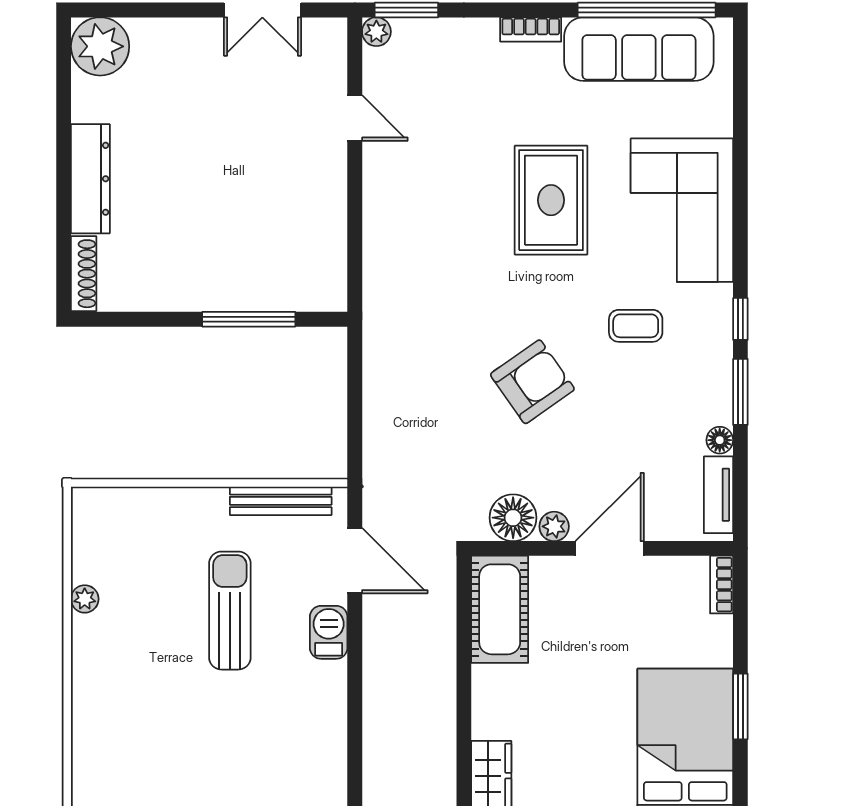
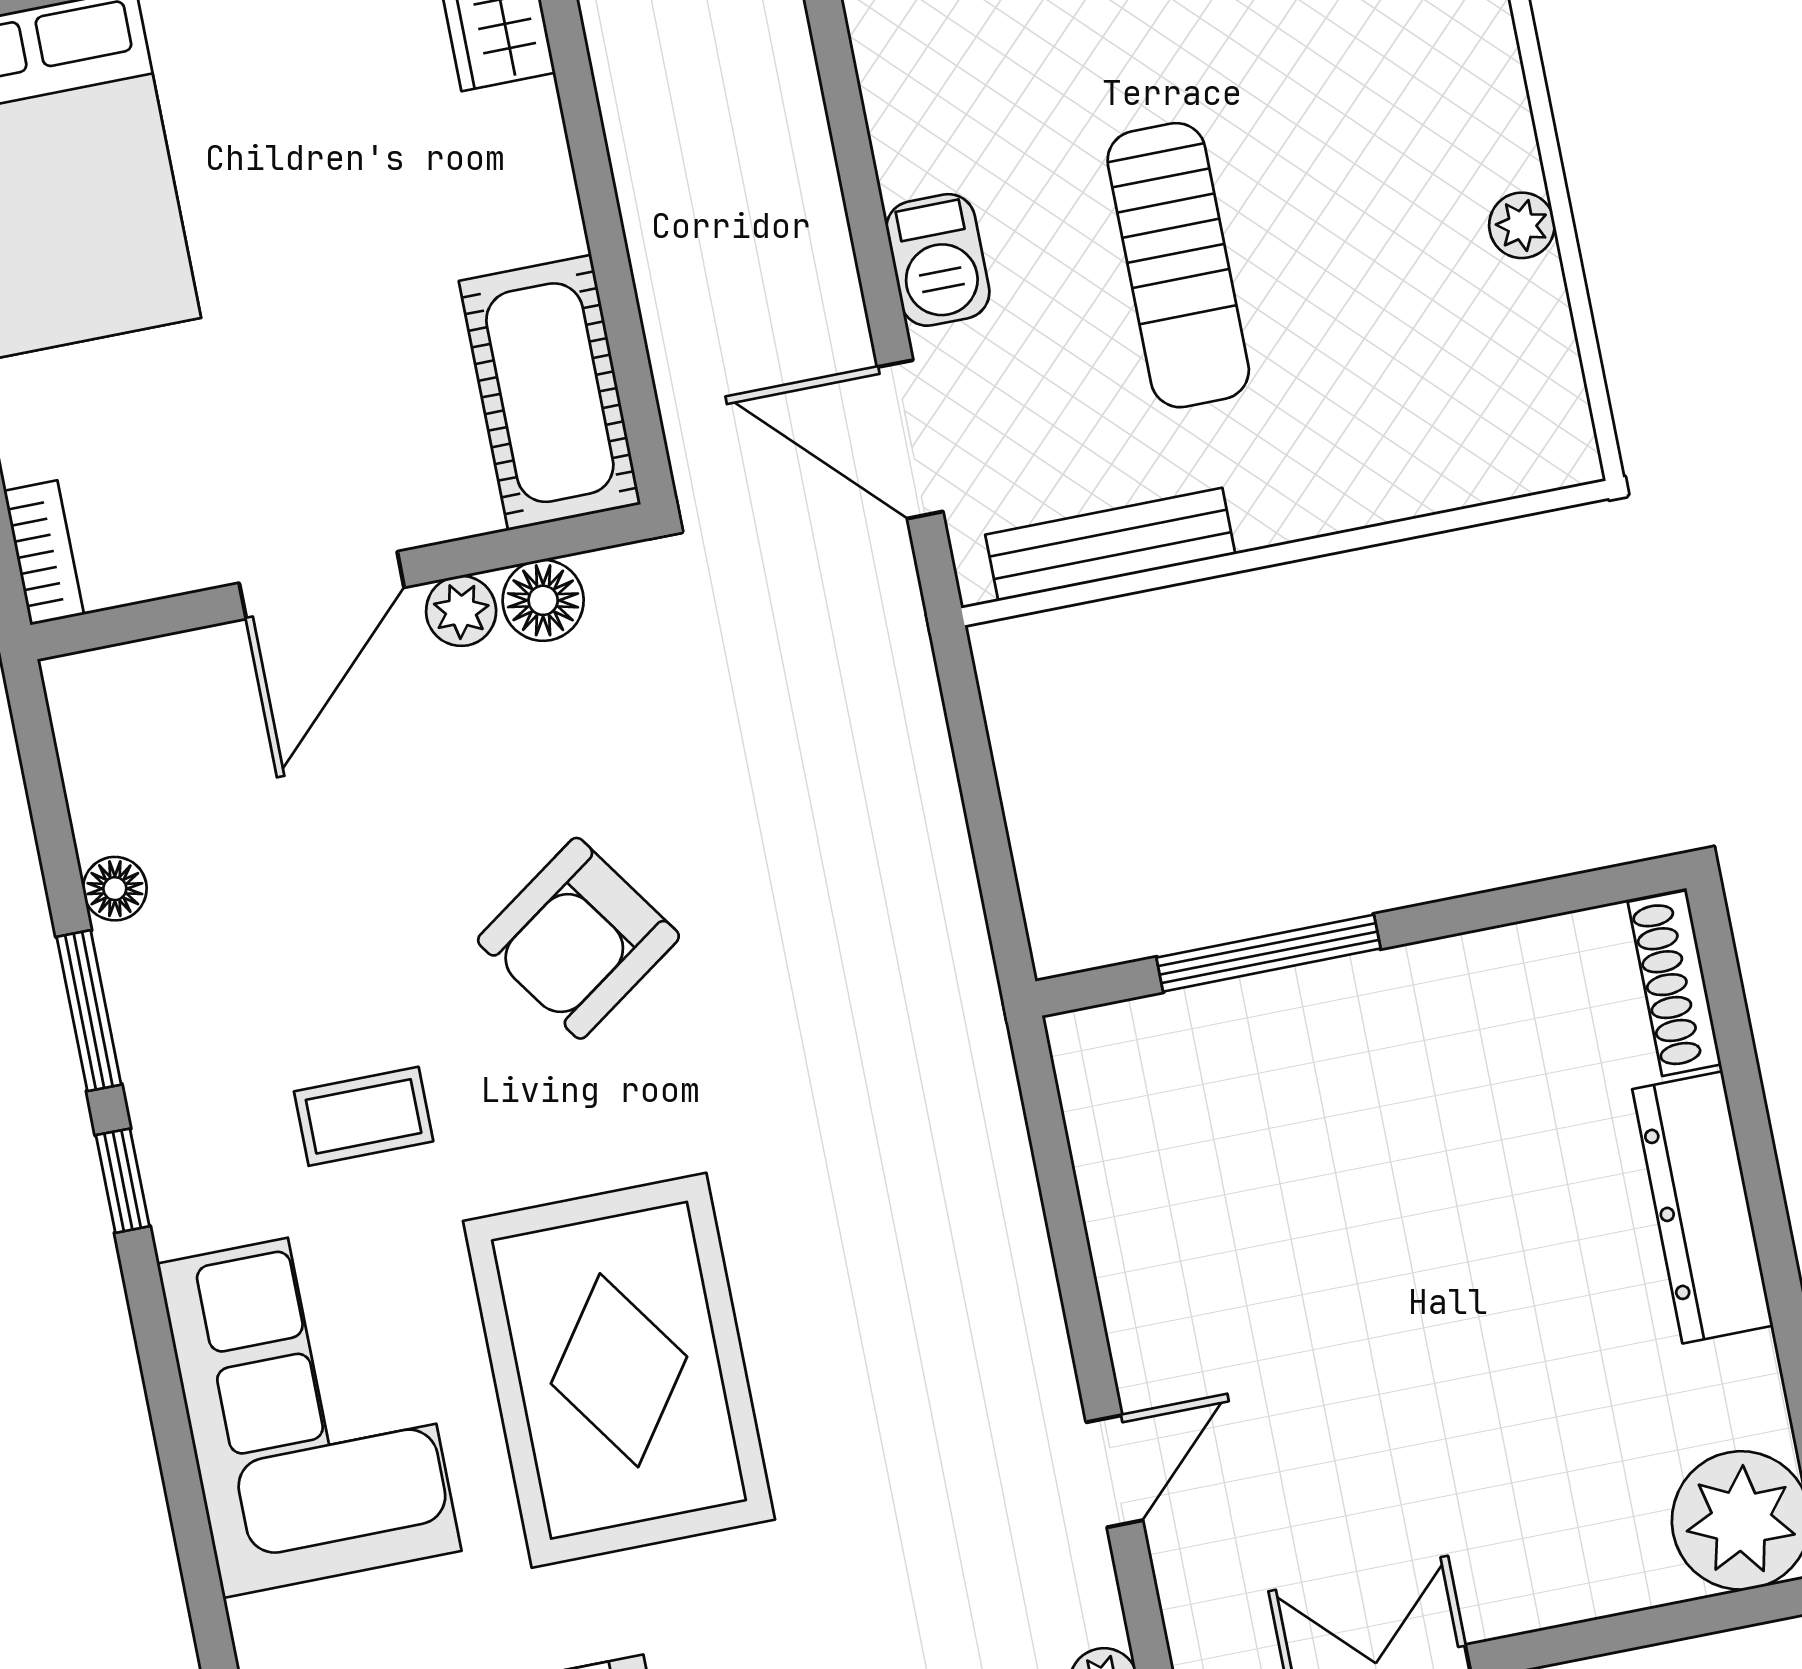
door: (355, 118) -> (1114, 1471), swing flipped
rug: (551, 200) -> (619, 1370), width x1.37, depth x1.44
tv unit: (718, 495) -> (93, 761), removed
floor lamp: (513, 518) -> (543, 600), width x0.73, depth x0.73

